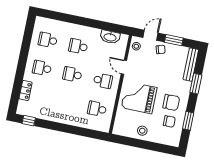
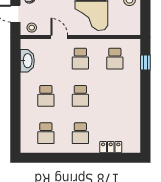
door: (124, 67) -> (59, 37), swing flipped
school desk: (103, 81) -> (80, 59), turned 180
window: (29, 121) -> (145, 63), moved

